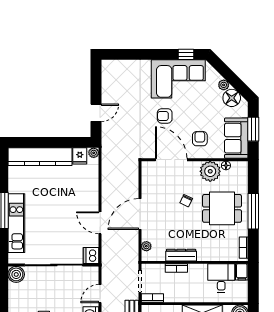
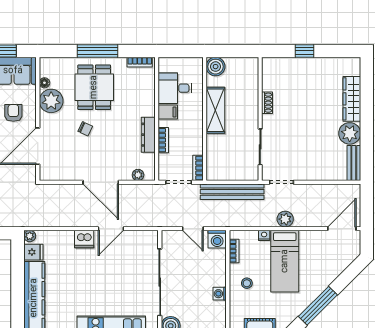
armchair: (200, 139) -> (13, 113), turned 90
dishwasher: (91, 255) -> (84, 239), moved
filing cabinet: (242, 272) -> (168, 112), moved

